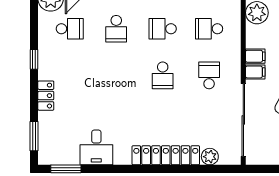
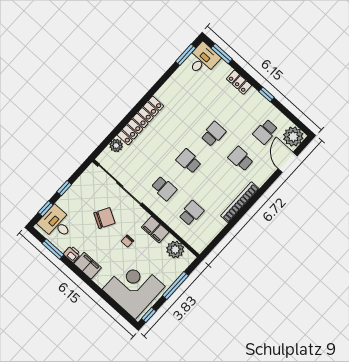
school desk: (163, 29) -> (213, 134), moved
filing cabinet: (255, 72) -> (160, 234), moved
desk: (96, 147) -> (203, 60), moved, turned 90

